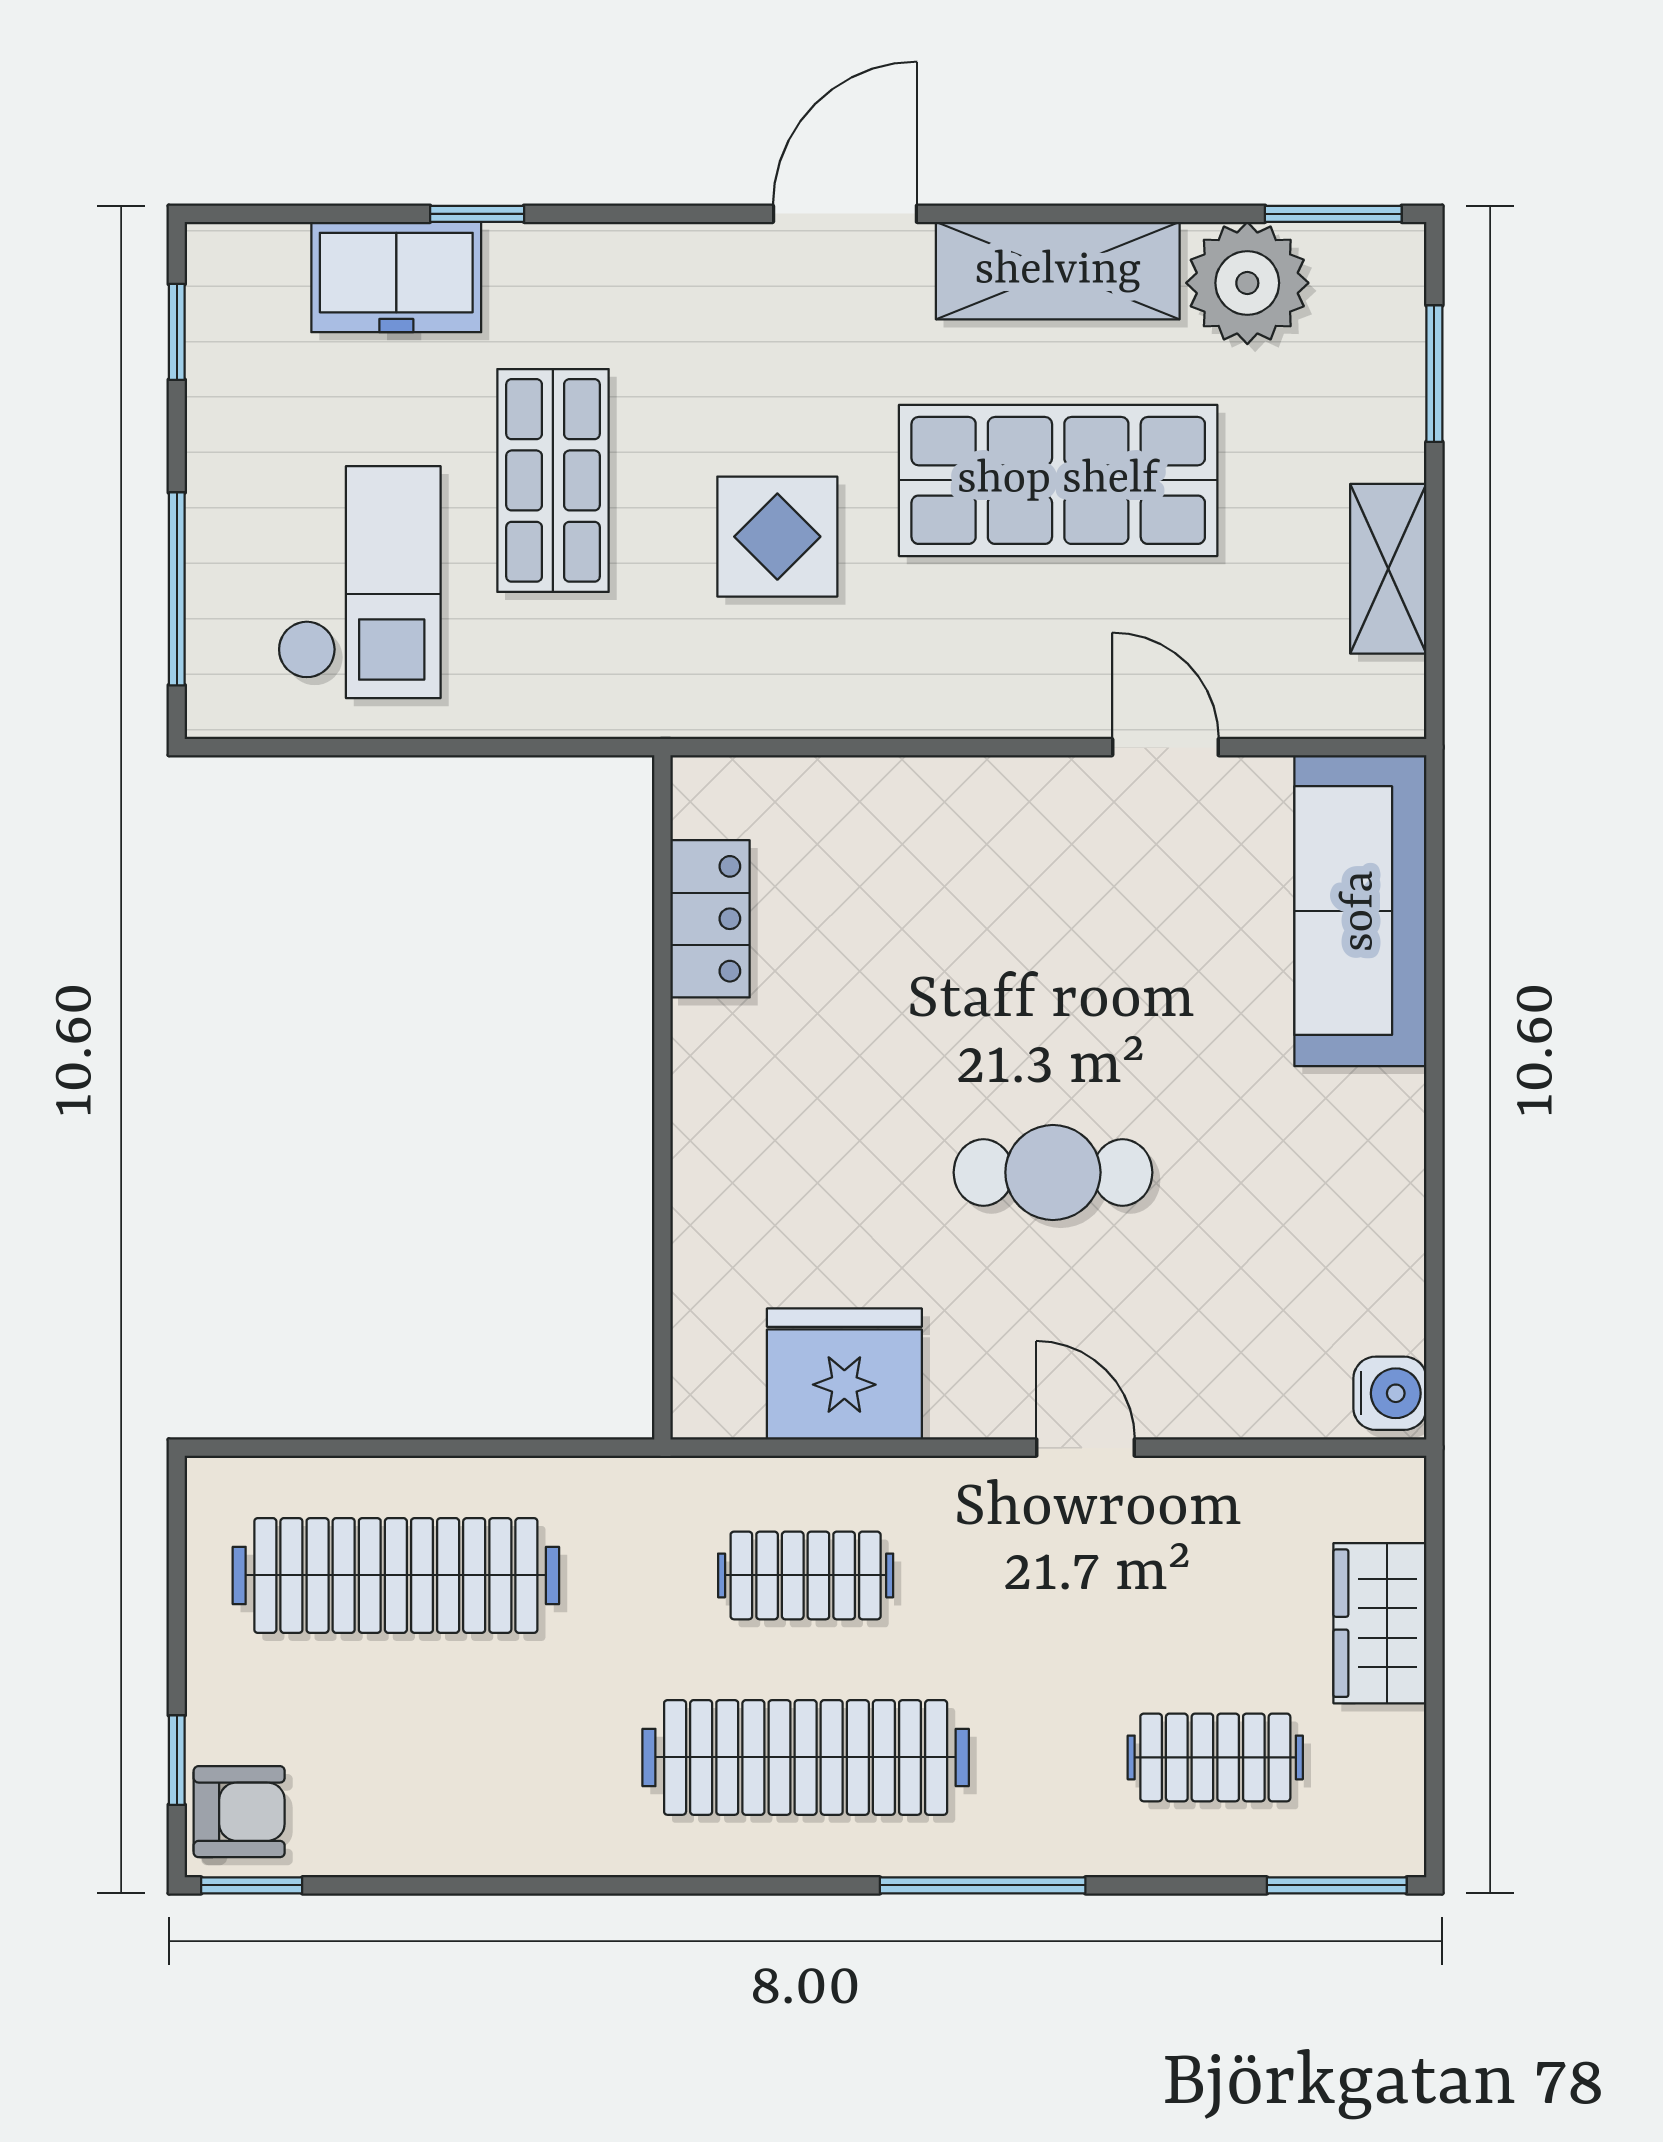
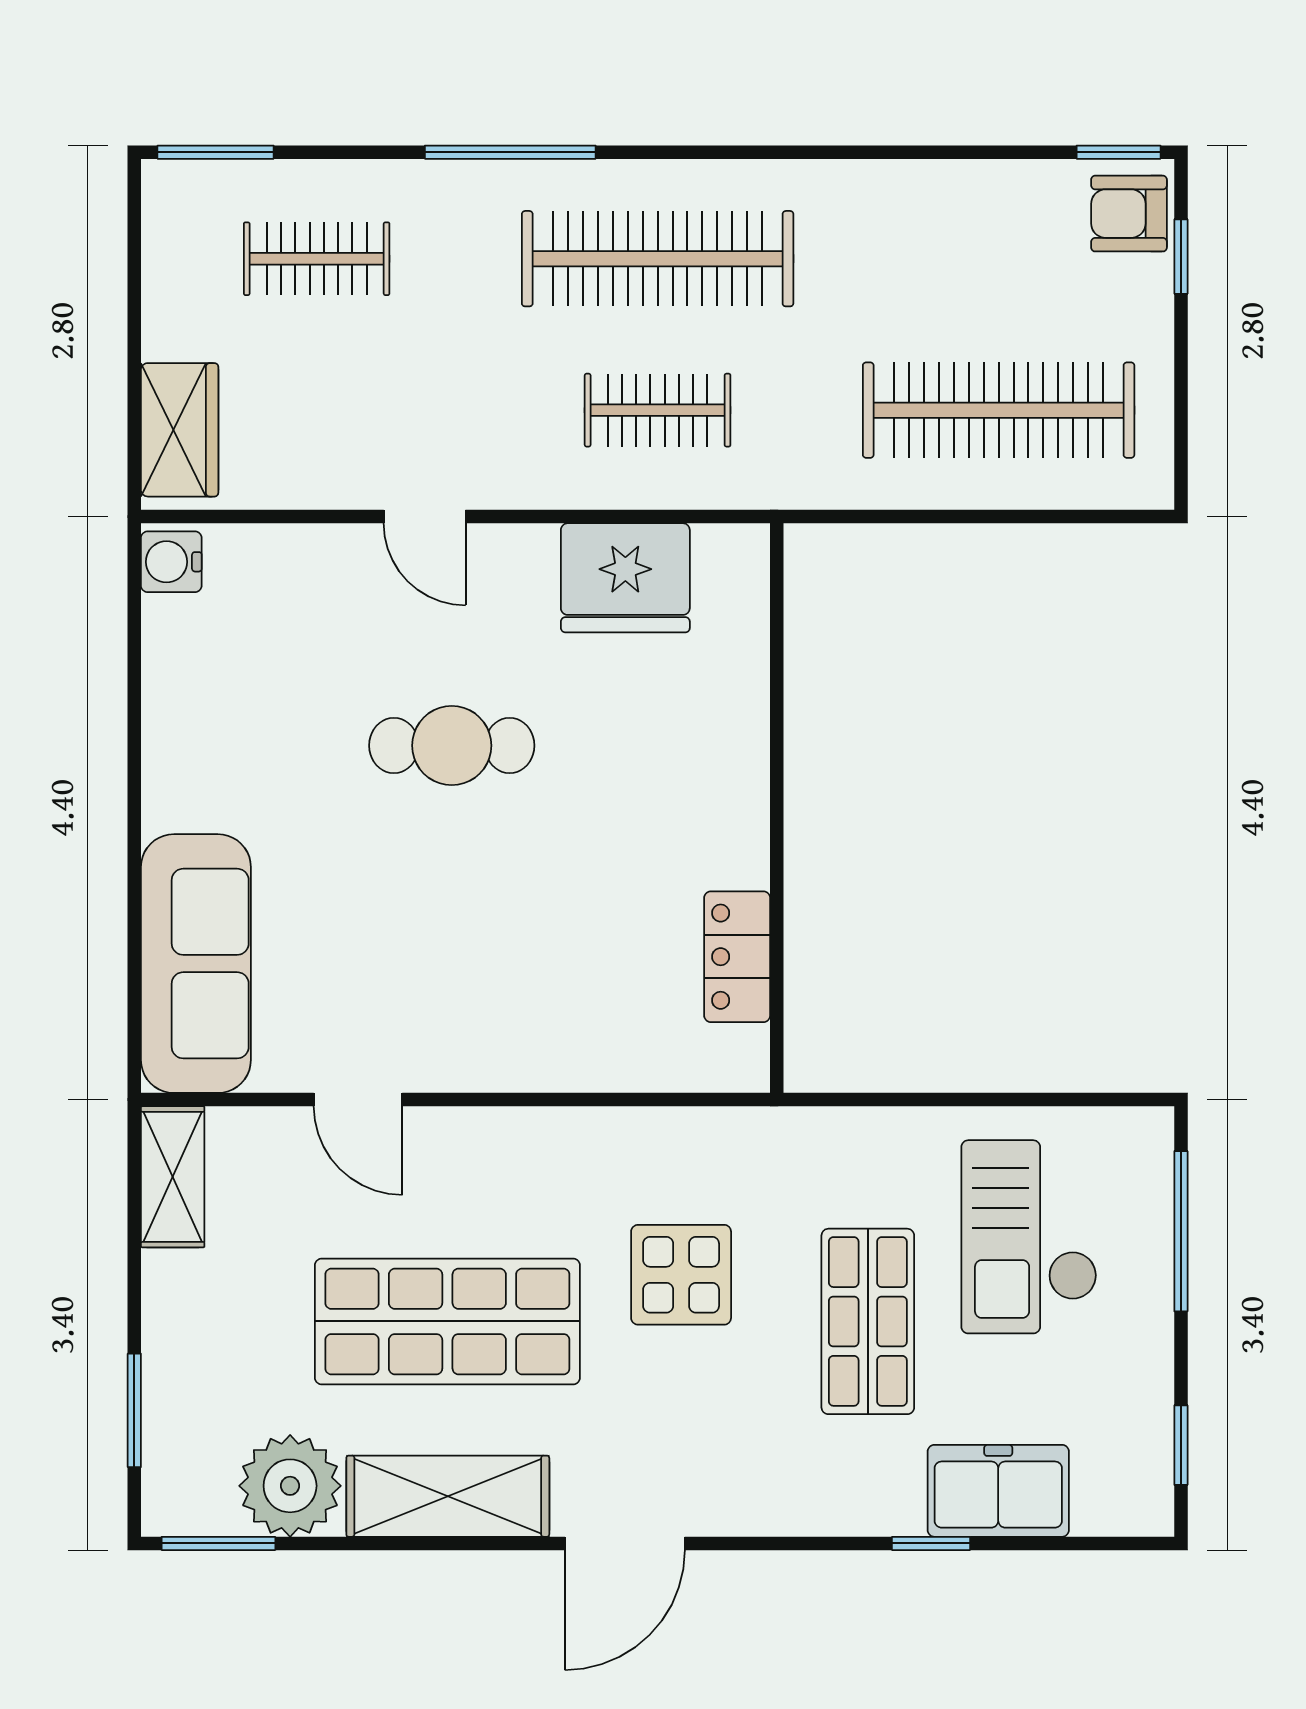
shelving: (1388, 569) -> (173, 1177), moved
wardrobe: (1380, 1623) -> (180, 430), moved

